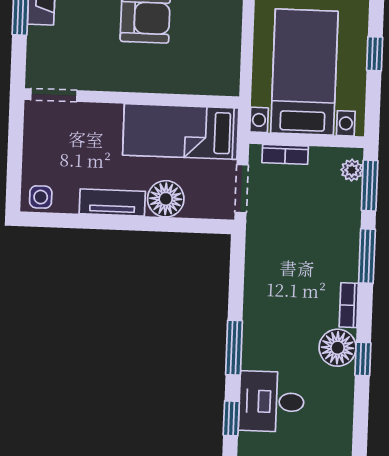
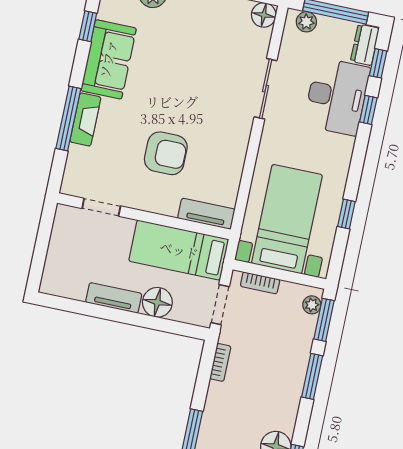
tv unit: (206, 82) -> (206, 214), added
doorway: (54, 95) -> (101, 207), moved
side table: (41, 197) -> (57, 284), removed
bookcase: (349, 305) -> (220, 362), moved, turned 180

